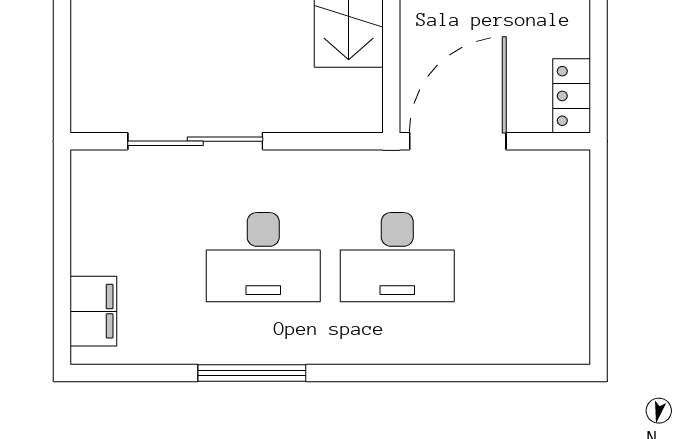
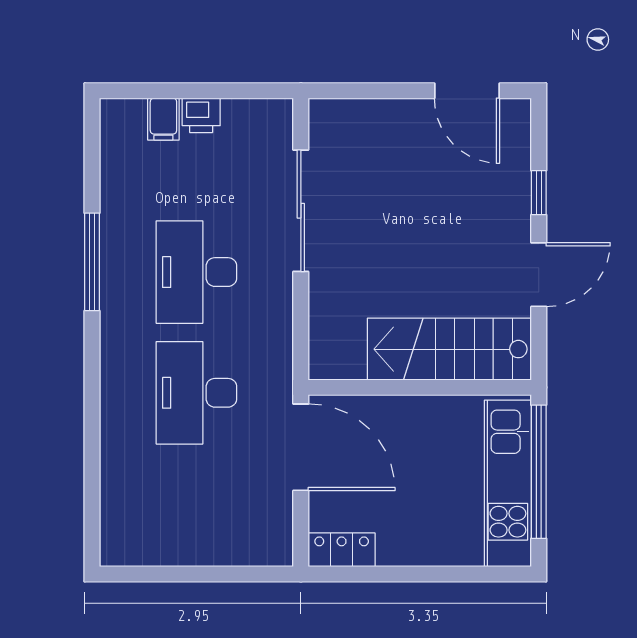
printer: (89, 252) -> (201, 115), added
filing cabinet: (93, 311) -> (163, 119), width x0.50

